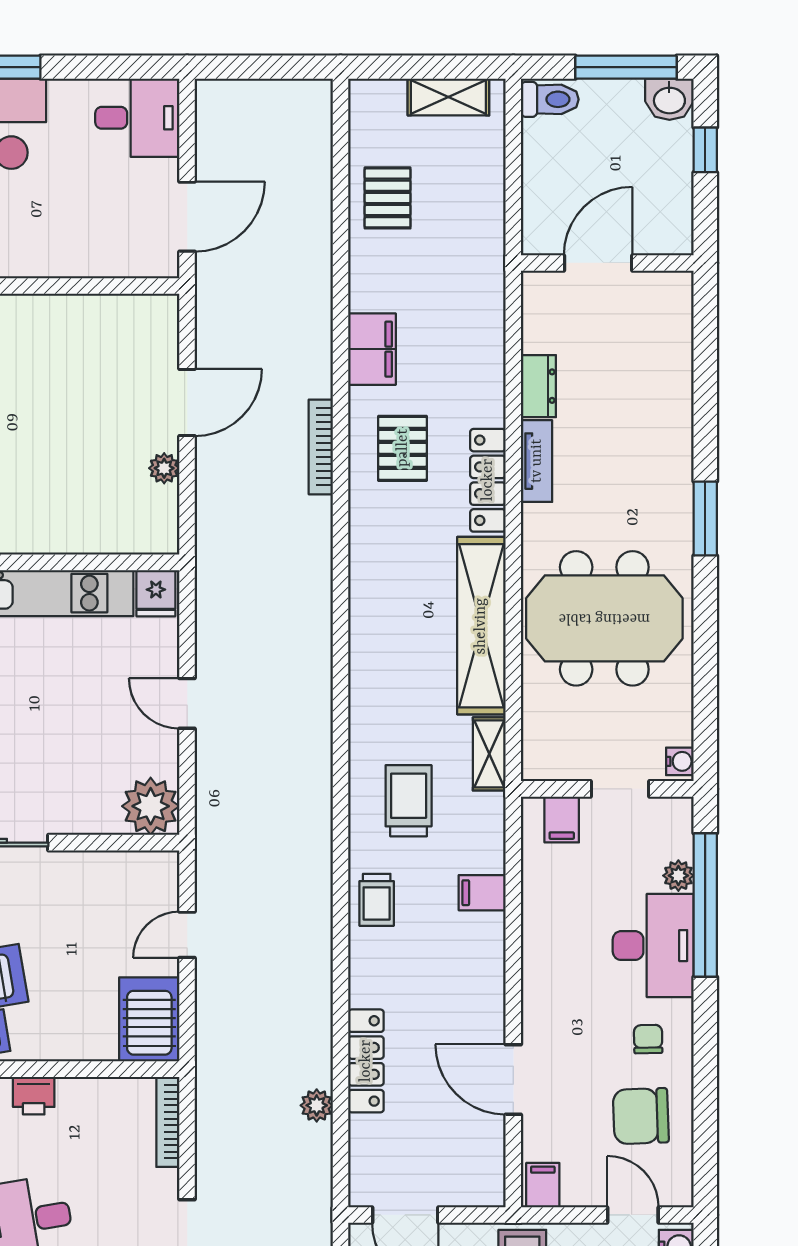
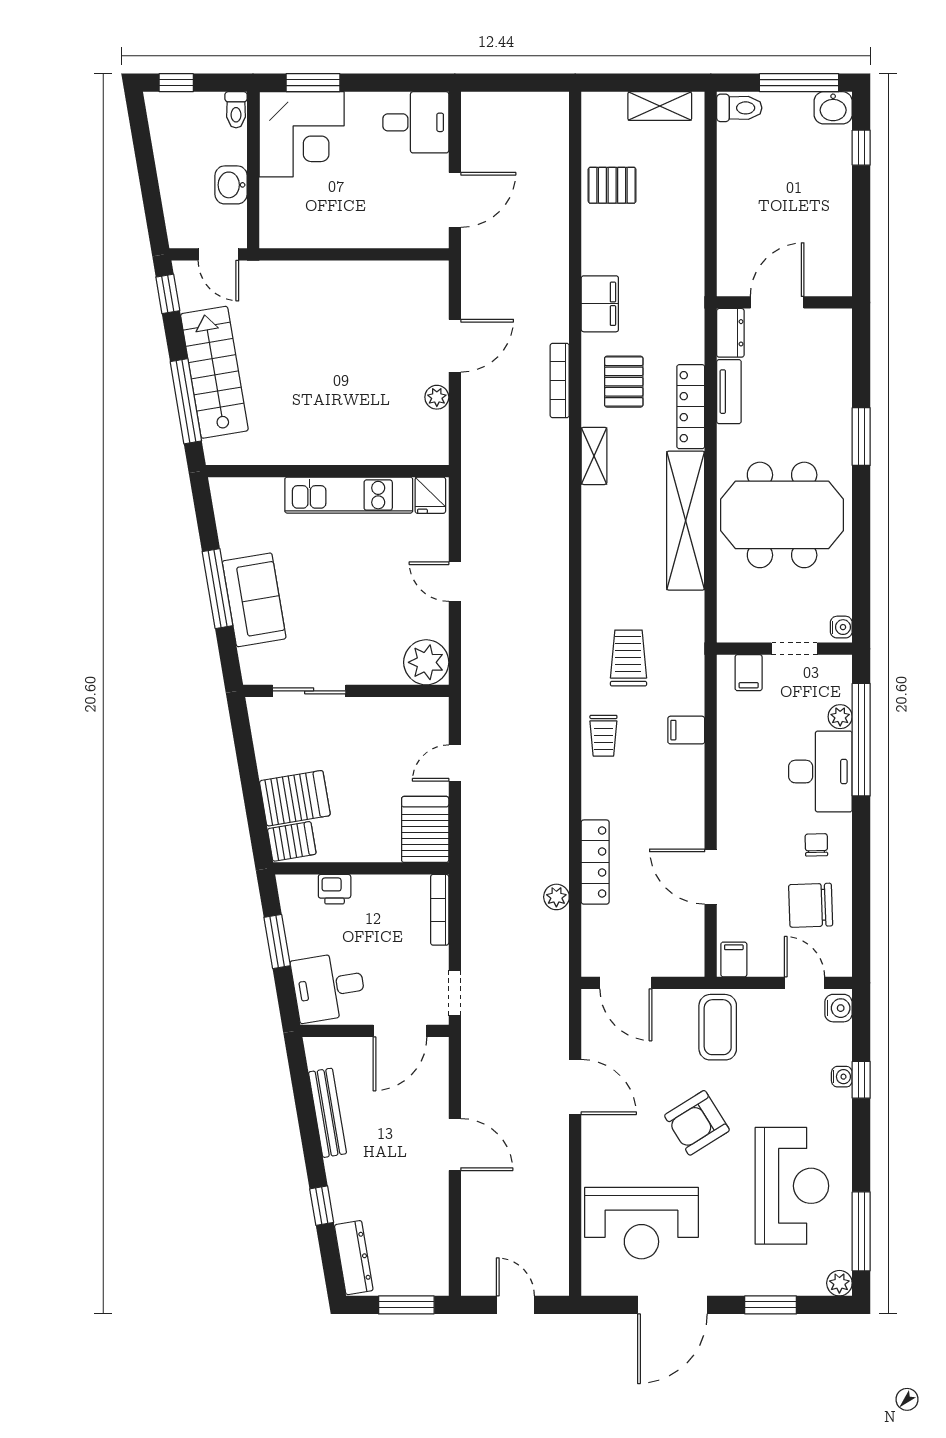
pallet: (388, 198) -> (612, 185), turned 90
door: (598, 263) -> (777, 302), moved
wall: (607, 263) -> (784, 302), moved
shelving: (489, 754) -> (594, 456), moved

